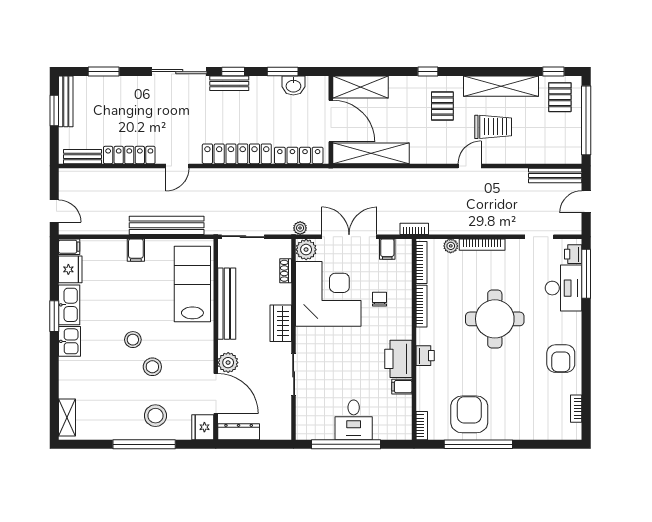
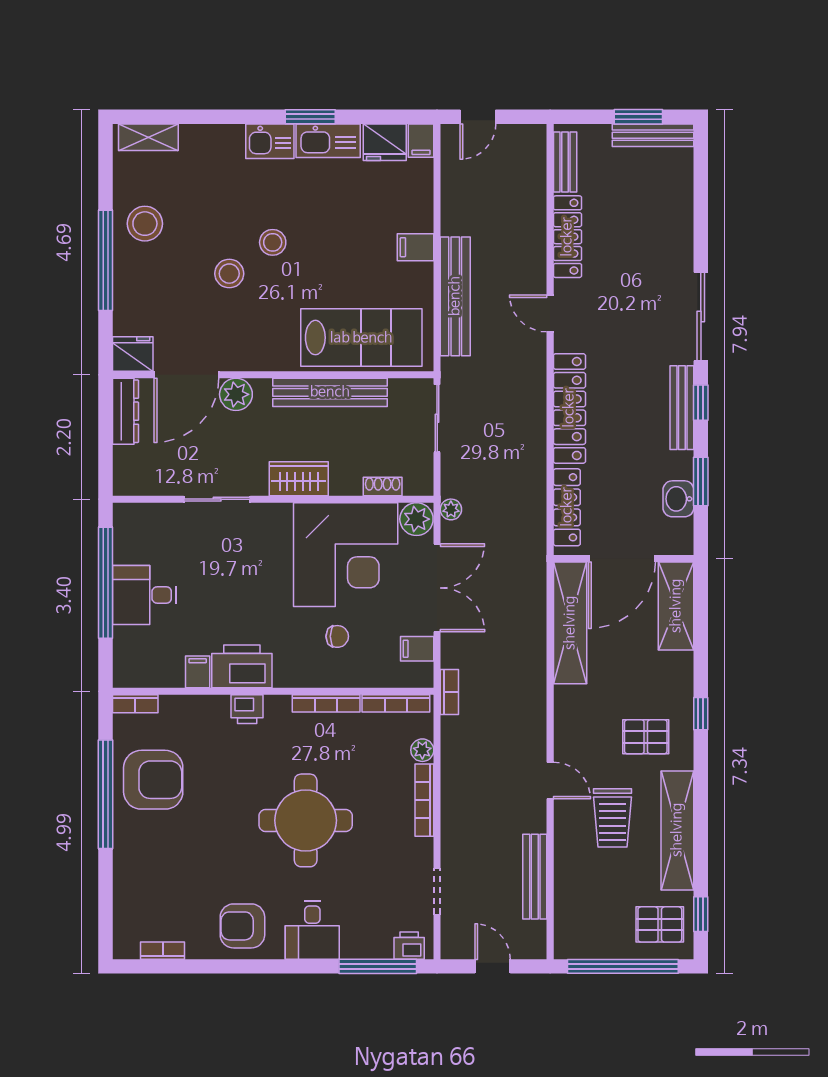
window: (104, 72) -> (701, 196), removed
bench: (229, 83) -> (682, 408), width x1.36
bench: (555, 175) -> (535, 877), moved
desk: (564, 288) -> (312, 930), moved, width x0.73
stool: (155, 416) -> (145, 224), moved

